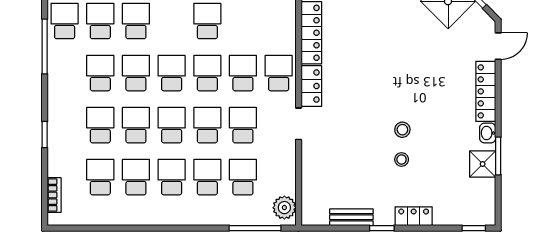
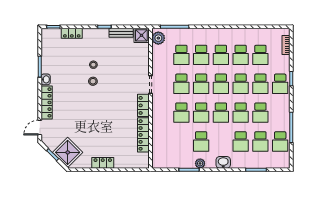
school desk: (279, 73) -> (280, 84), moved
shower: (483, 164) -> (141, 35), moved
locker: (414, 216) -> (72, 33), moved

